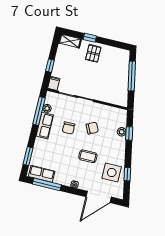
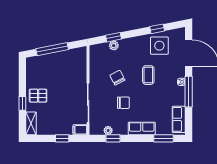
window: (39, 111) -> (113, 138), width x0.46
row of seats: (45, 126) -> (142, 128), moved
window: (47, 184) -> (189, 92), moved

